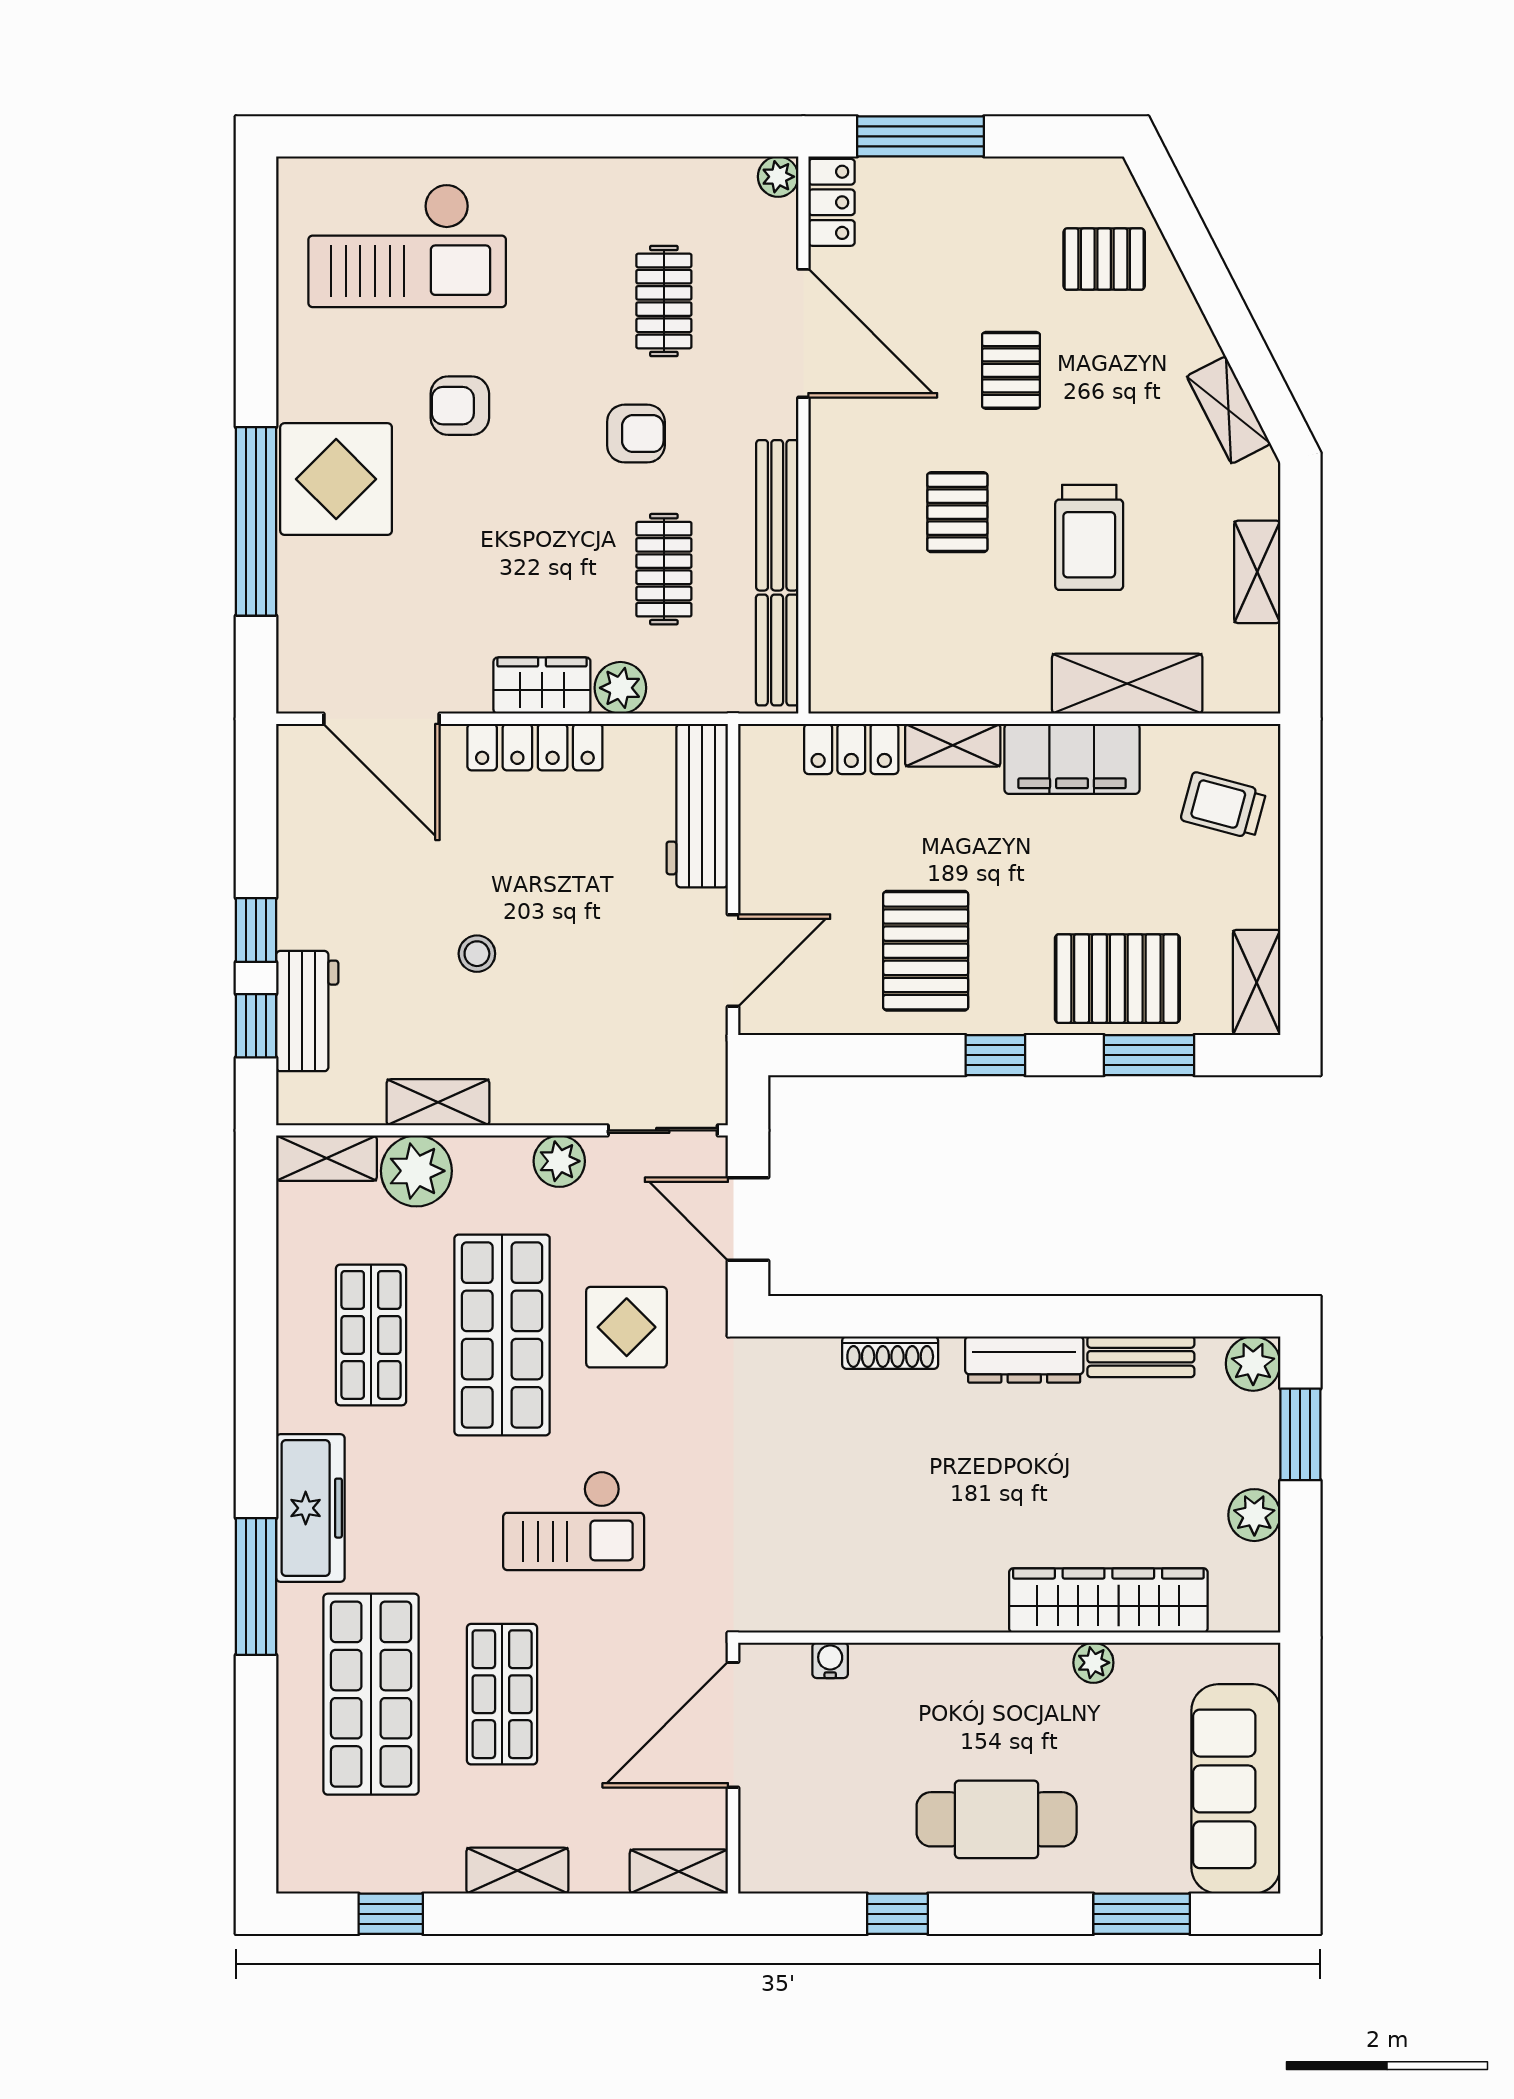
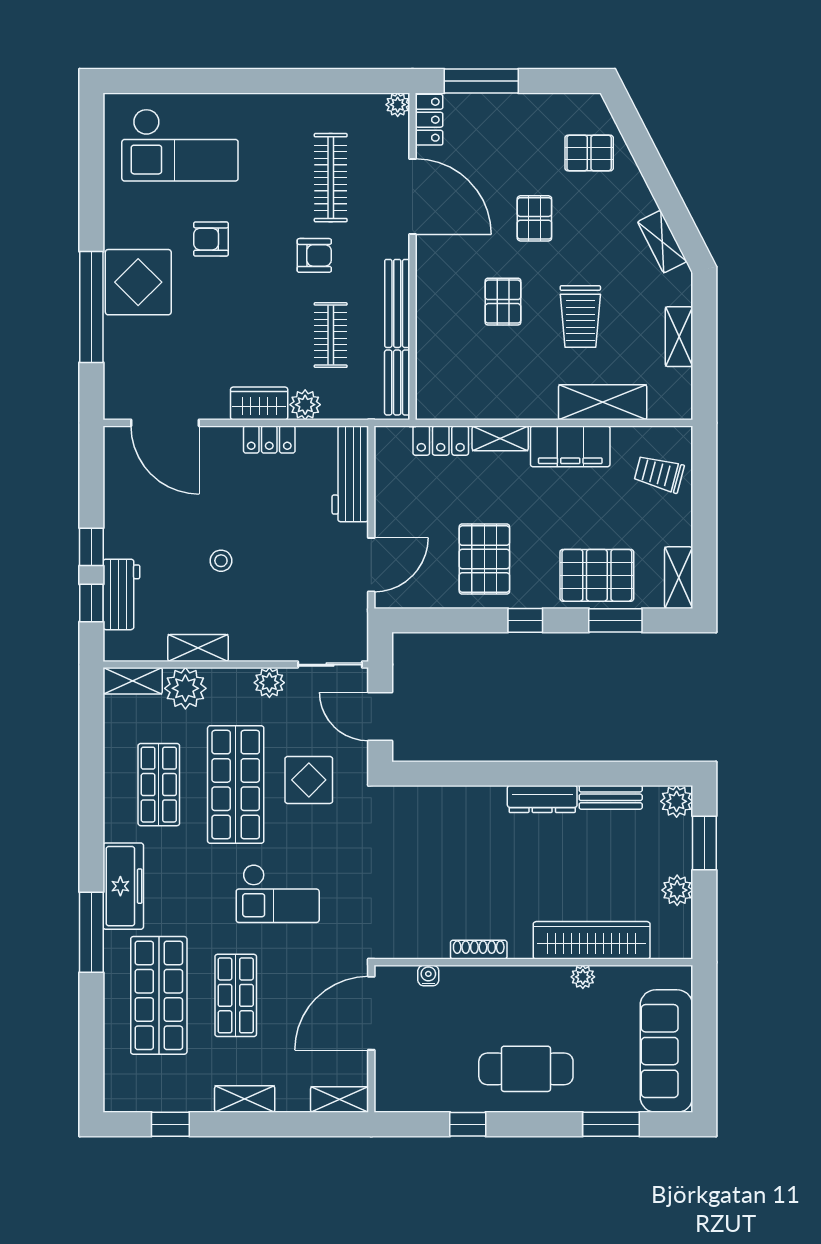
clothes rail: (664, 301) -> (331, 178), width x1.36
locker: (535, 747) -> (269, 439), width x0.66
shoe rack: (890, 1353) -> (479, 950), moved, turned 180

